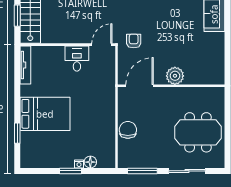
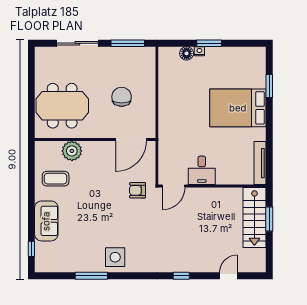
armchair: (134, 41) -> (138, 190), turned 90
coffee table: (206, 51) -> (56, 179), added
plant: (175, 76) -> (72, 151), moved
chair: (128, 130) -> (122, 97), moved, turned 180
meeting table: (198, 132) -> (62, 106), moved

